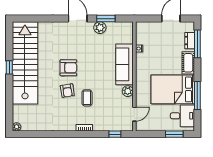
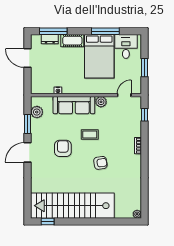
plant: (100, 28) -> (37, 112), moved
window: (9, 67) -> (48, 222), moved
armchair: (68, 68) -> (63, 148), moved
coffee table: (87, 98) -> (90, 134), moved
door: (134, 114) -> (124, 95), hinge flipped
window: (174, 134) -> (144, 68), moved

